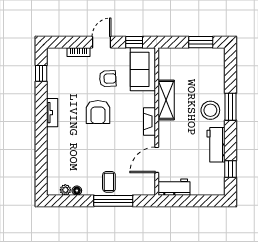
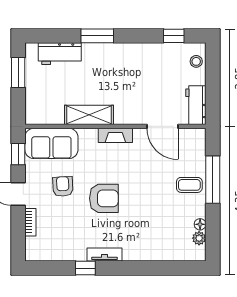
window: (41, 73) -> (85, 268), moved
stool: (210, 110) -> (196, 61), moved, width x0.53, depth x0.53
workbench: (216, 145) -> (60, 54), moved

